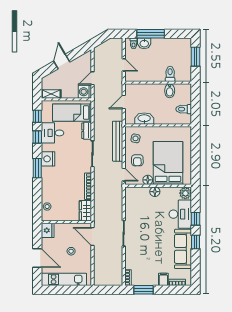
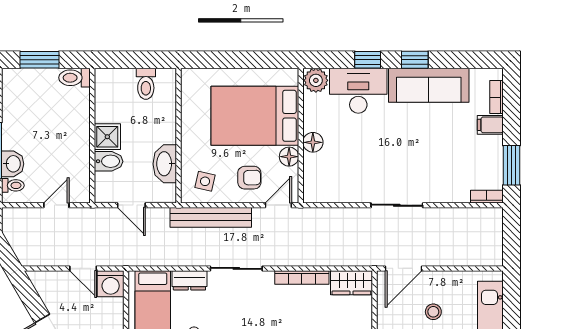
toilet: (170, 74) -> (74, 78), moved
shower: (158, 90) -> (107, 137), added
bidet: (170, 91) -> (109, 161), moved

